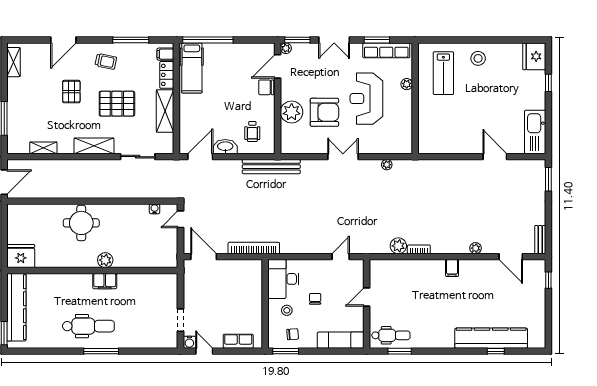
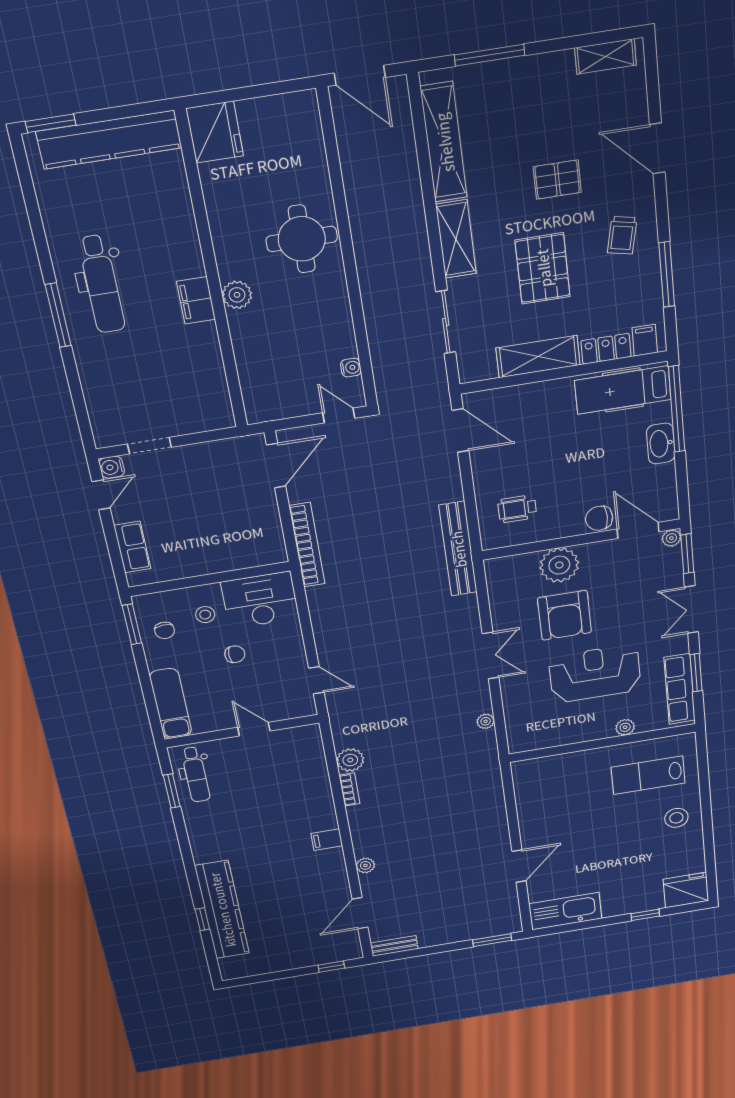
chair: (266, 87) -> (599, 518), turned -90
washbasin: (225, 147) -> (661, 444), moved, turned 180
shelving: (43, 148) -> (444, 142), width x2.20, depth x1.33

